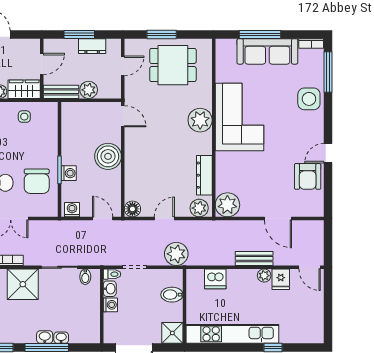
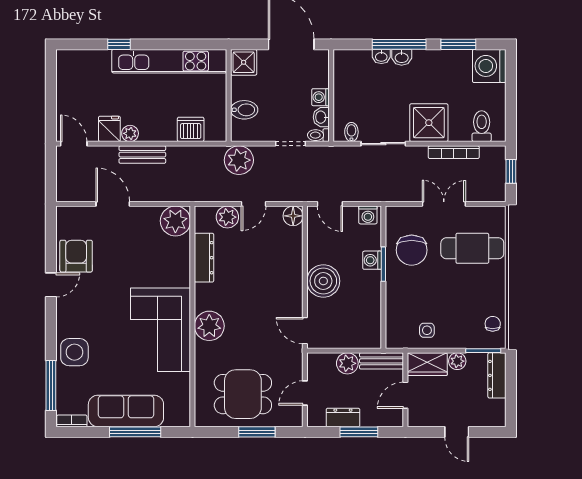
chair: (37, 181) -> (412, 250), turned 180
plant: (199, 208) -> (227, 217), moved

